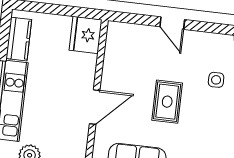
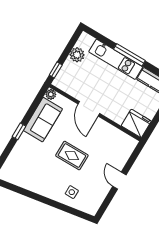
door: (172, 23) -> (119, 181), hinge flipped

